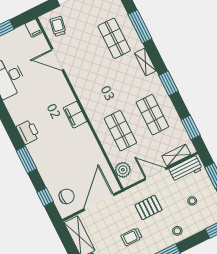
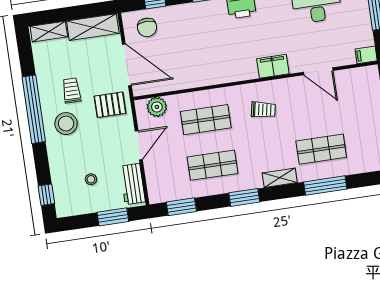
trolley: (58, 26) -> (263, 110), moved
door: (57, 59) -> (318, 71), swing flipped
filing cabinet: (75, 115) -> (273, 66), moved
shelving: (176, 155) -> (153, 178), removed
pallet: (149, 207) -> (110, 105), moved, turned 90
stool: (177, 231) -> (66, 124), moved, width x1.89, depth x1.89

